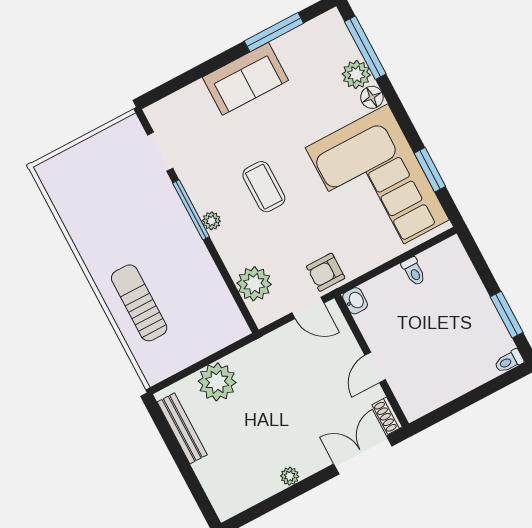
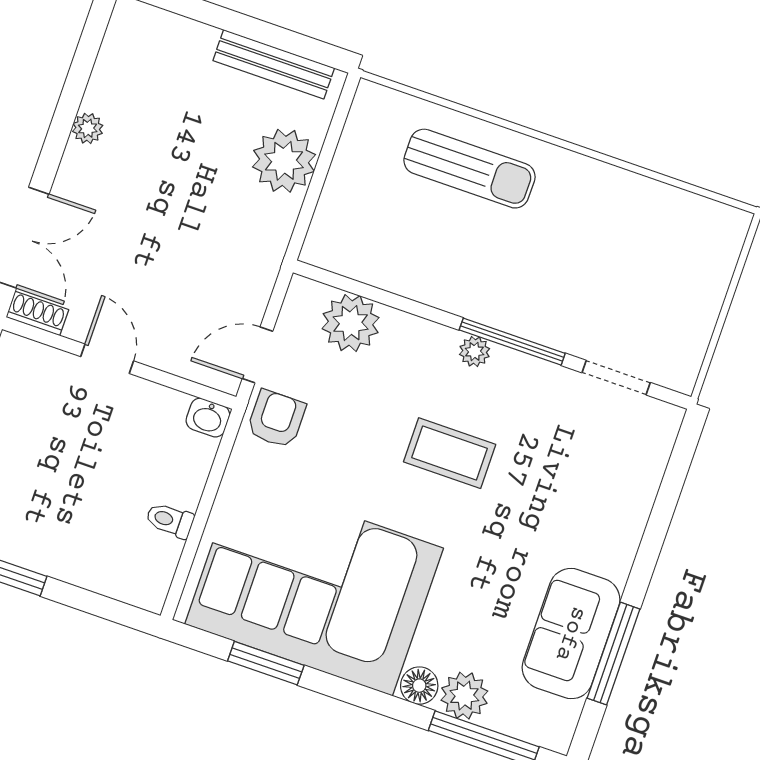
sofa: (245, 79) -> (571, 634), moved

